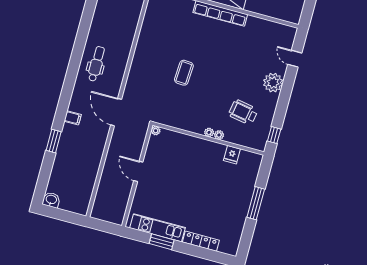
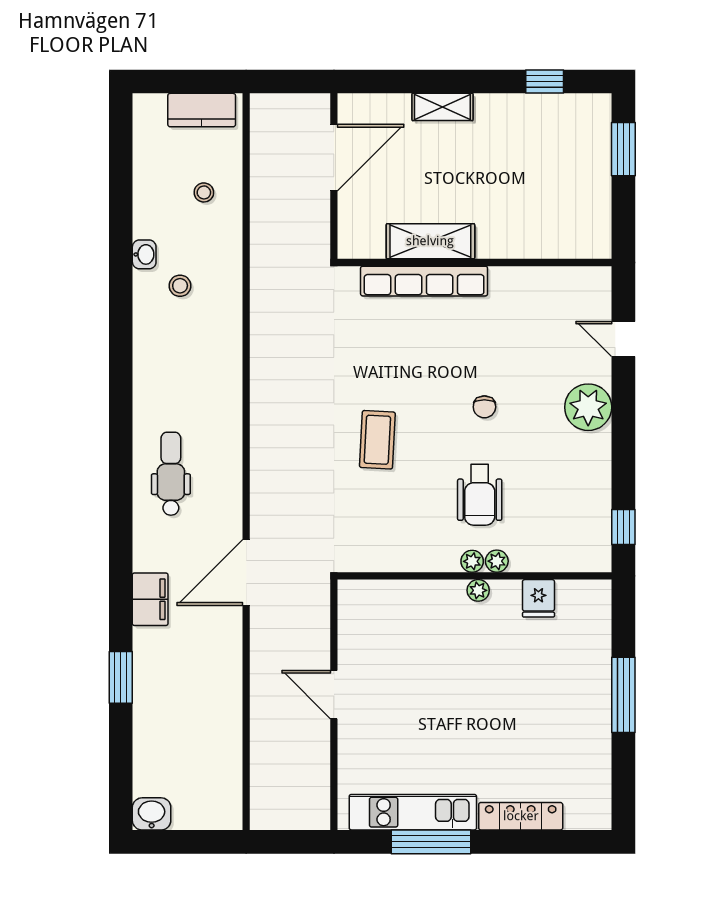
chair: (231, 71) -> (484, 407), added
door: (116, 112) -> (246, 572), hinge flipped
wheelchair: (243, 112) -> (480, 495), moved, turned -100
filing cabinet: (73, 118) -> (150, 599), width x2.00
plant: (156, 131) -> (478, 590), moved
window: (162, 242) -> (431, 842), width x1.44

